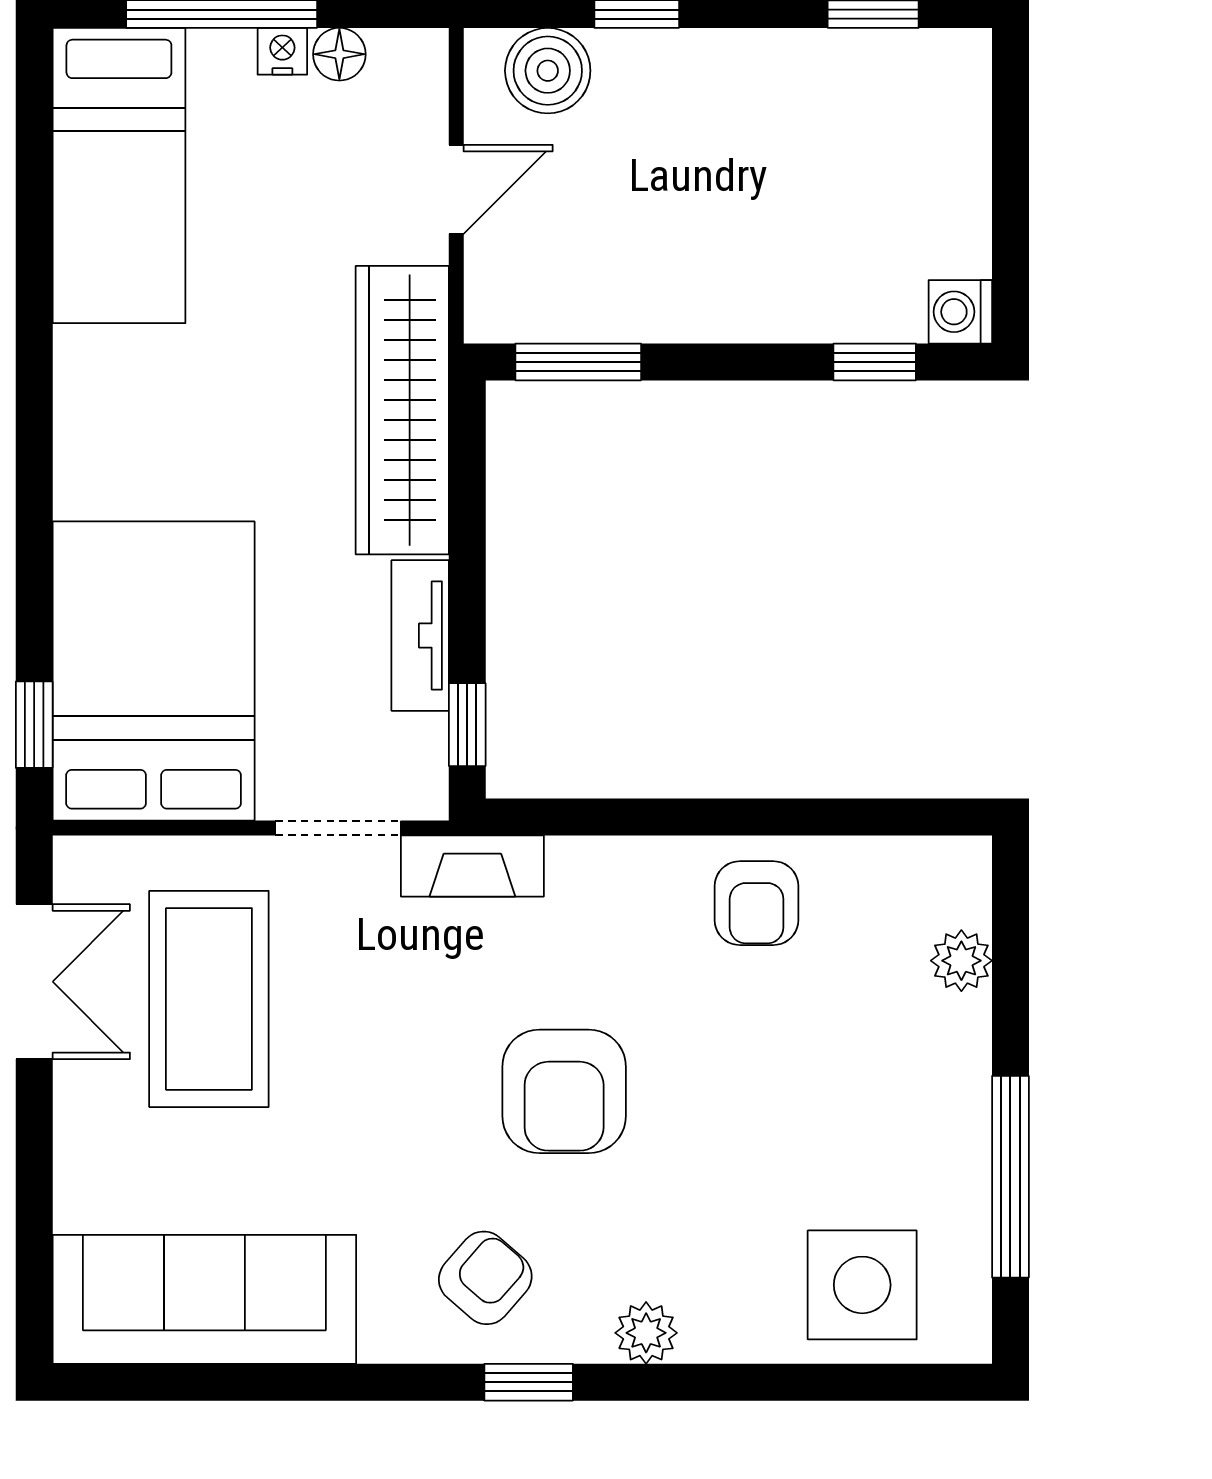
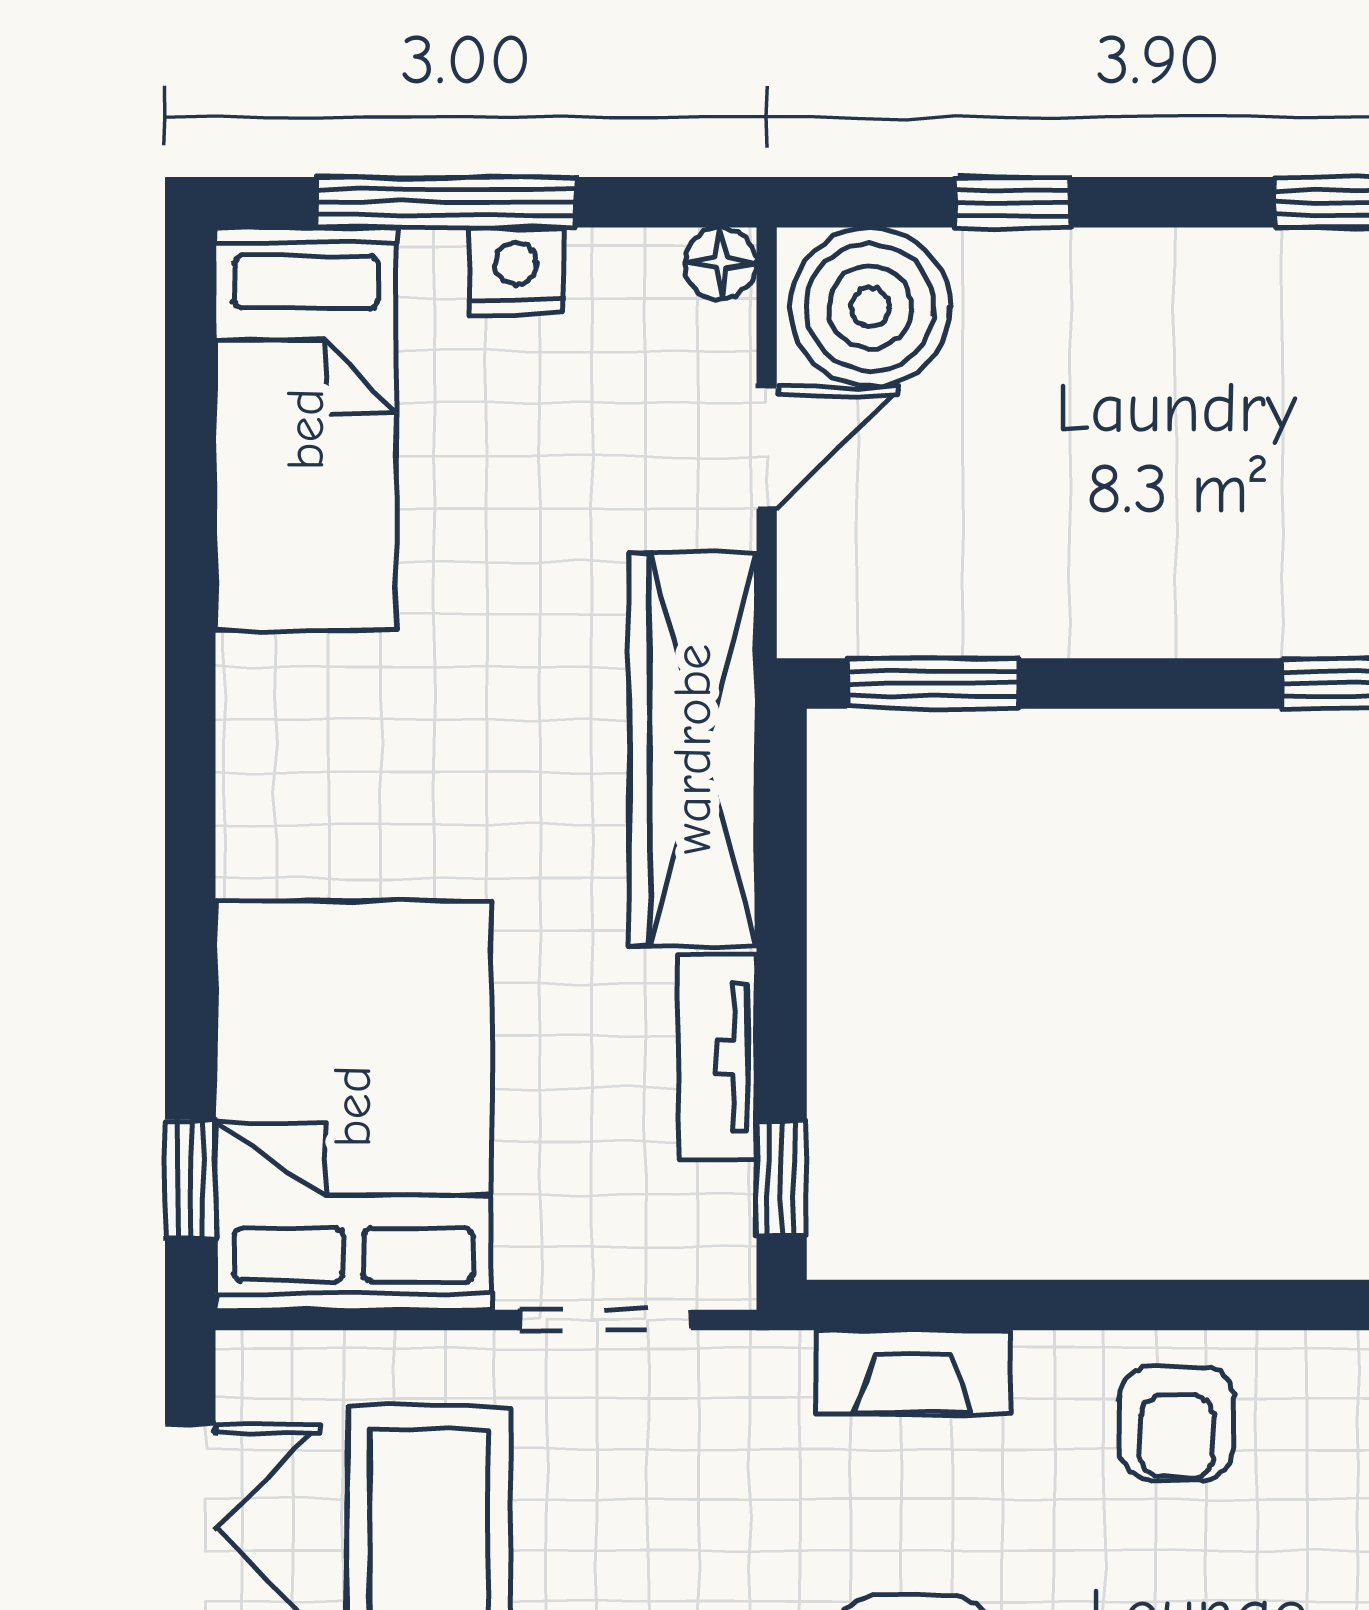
nightstand: (282, 51) -> (516, 271), width x1.39, depth x1.35
floor lamp: (339, 54) -> (721, 263), moved
boiler: (548, 71) -> (870, 307), width x1.37, depth x1.37
fireplace: (472, 866) -> (913, 1372), moved

